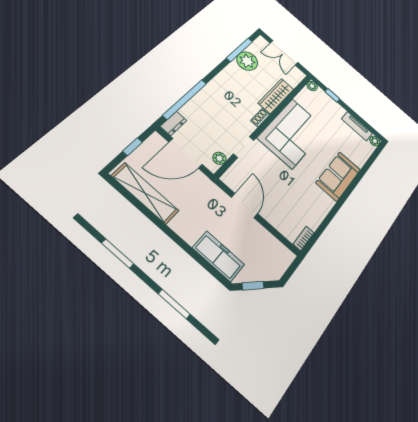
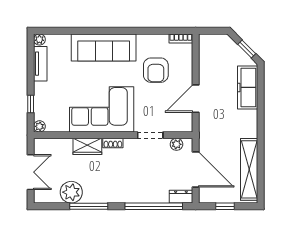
window: (239, 50) -> (89, 206), moved
wardrobe: (276, 96) -> (87, 146), width x0.67
sofa: (338, 176) -> (104, 47), width x1.36
armchair: (292, 197) -> (156, 70), added

